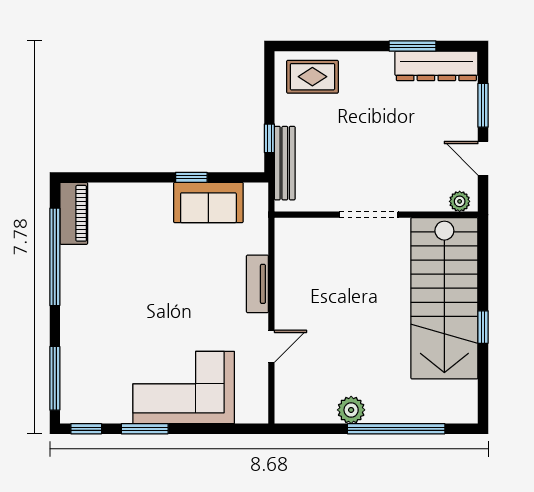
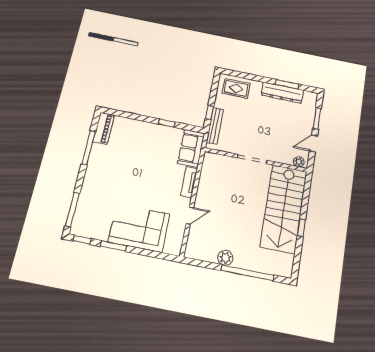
dresser: (436, 66) -> (282, 93), moved
door: (483, 158) -> (313, 143), hinge flipped
sofa: (208, 202) -> (191, 149), moved, turned 90
window: (55, 257) -> (88, 148), width x0.68

